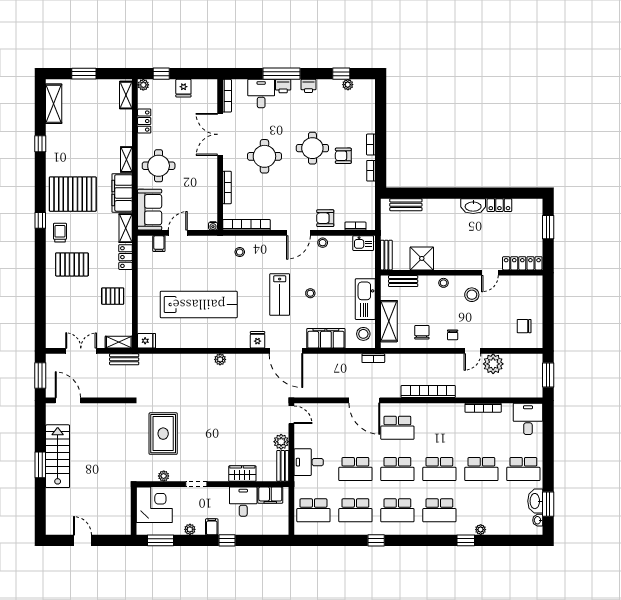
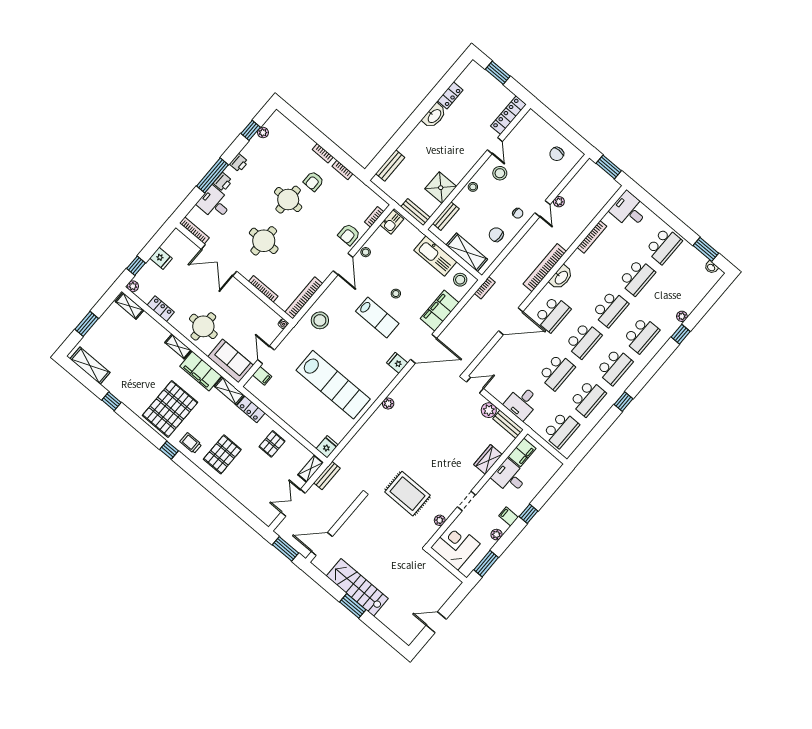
stool: (240, 252) -> (320, 320), width x1.89, depth x1.89
lab bench: (199, 305) -> (333, 385), turned 90
plant: (493, 364) -> (559, 202), width x0.53, depth x0.53
washbasin: (535, 501) -> (561, 277), moved, turned -90

